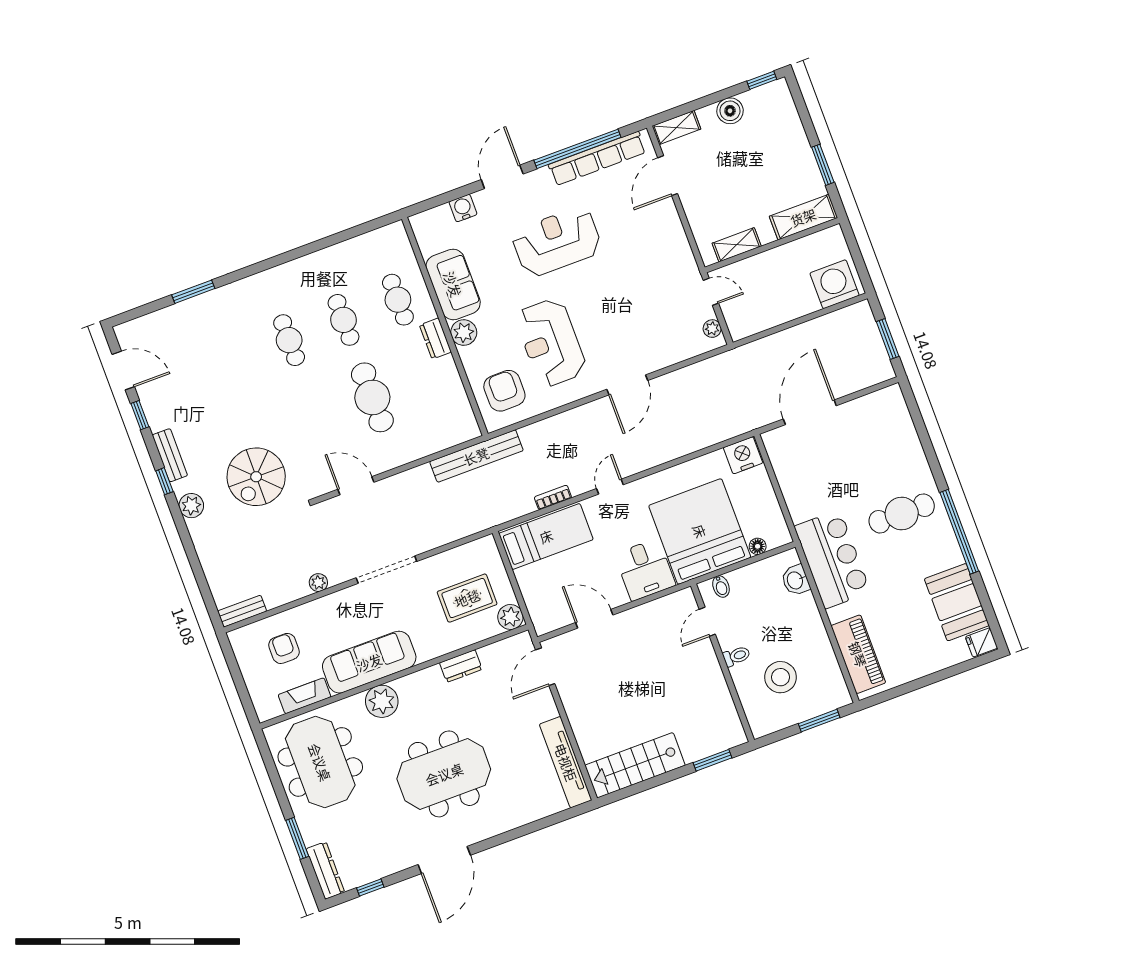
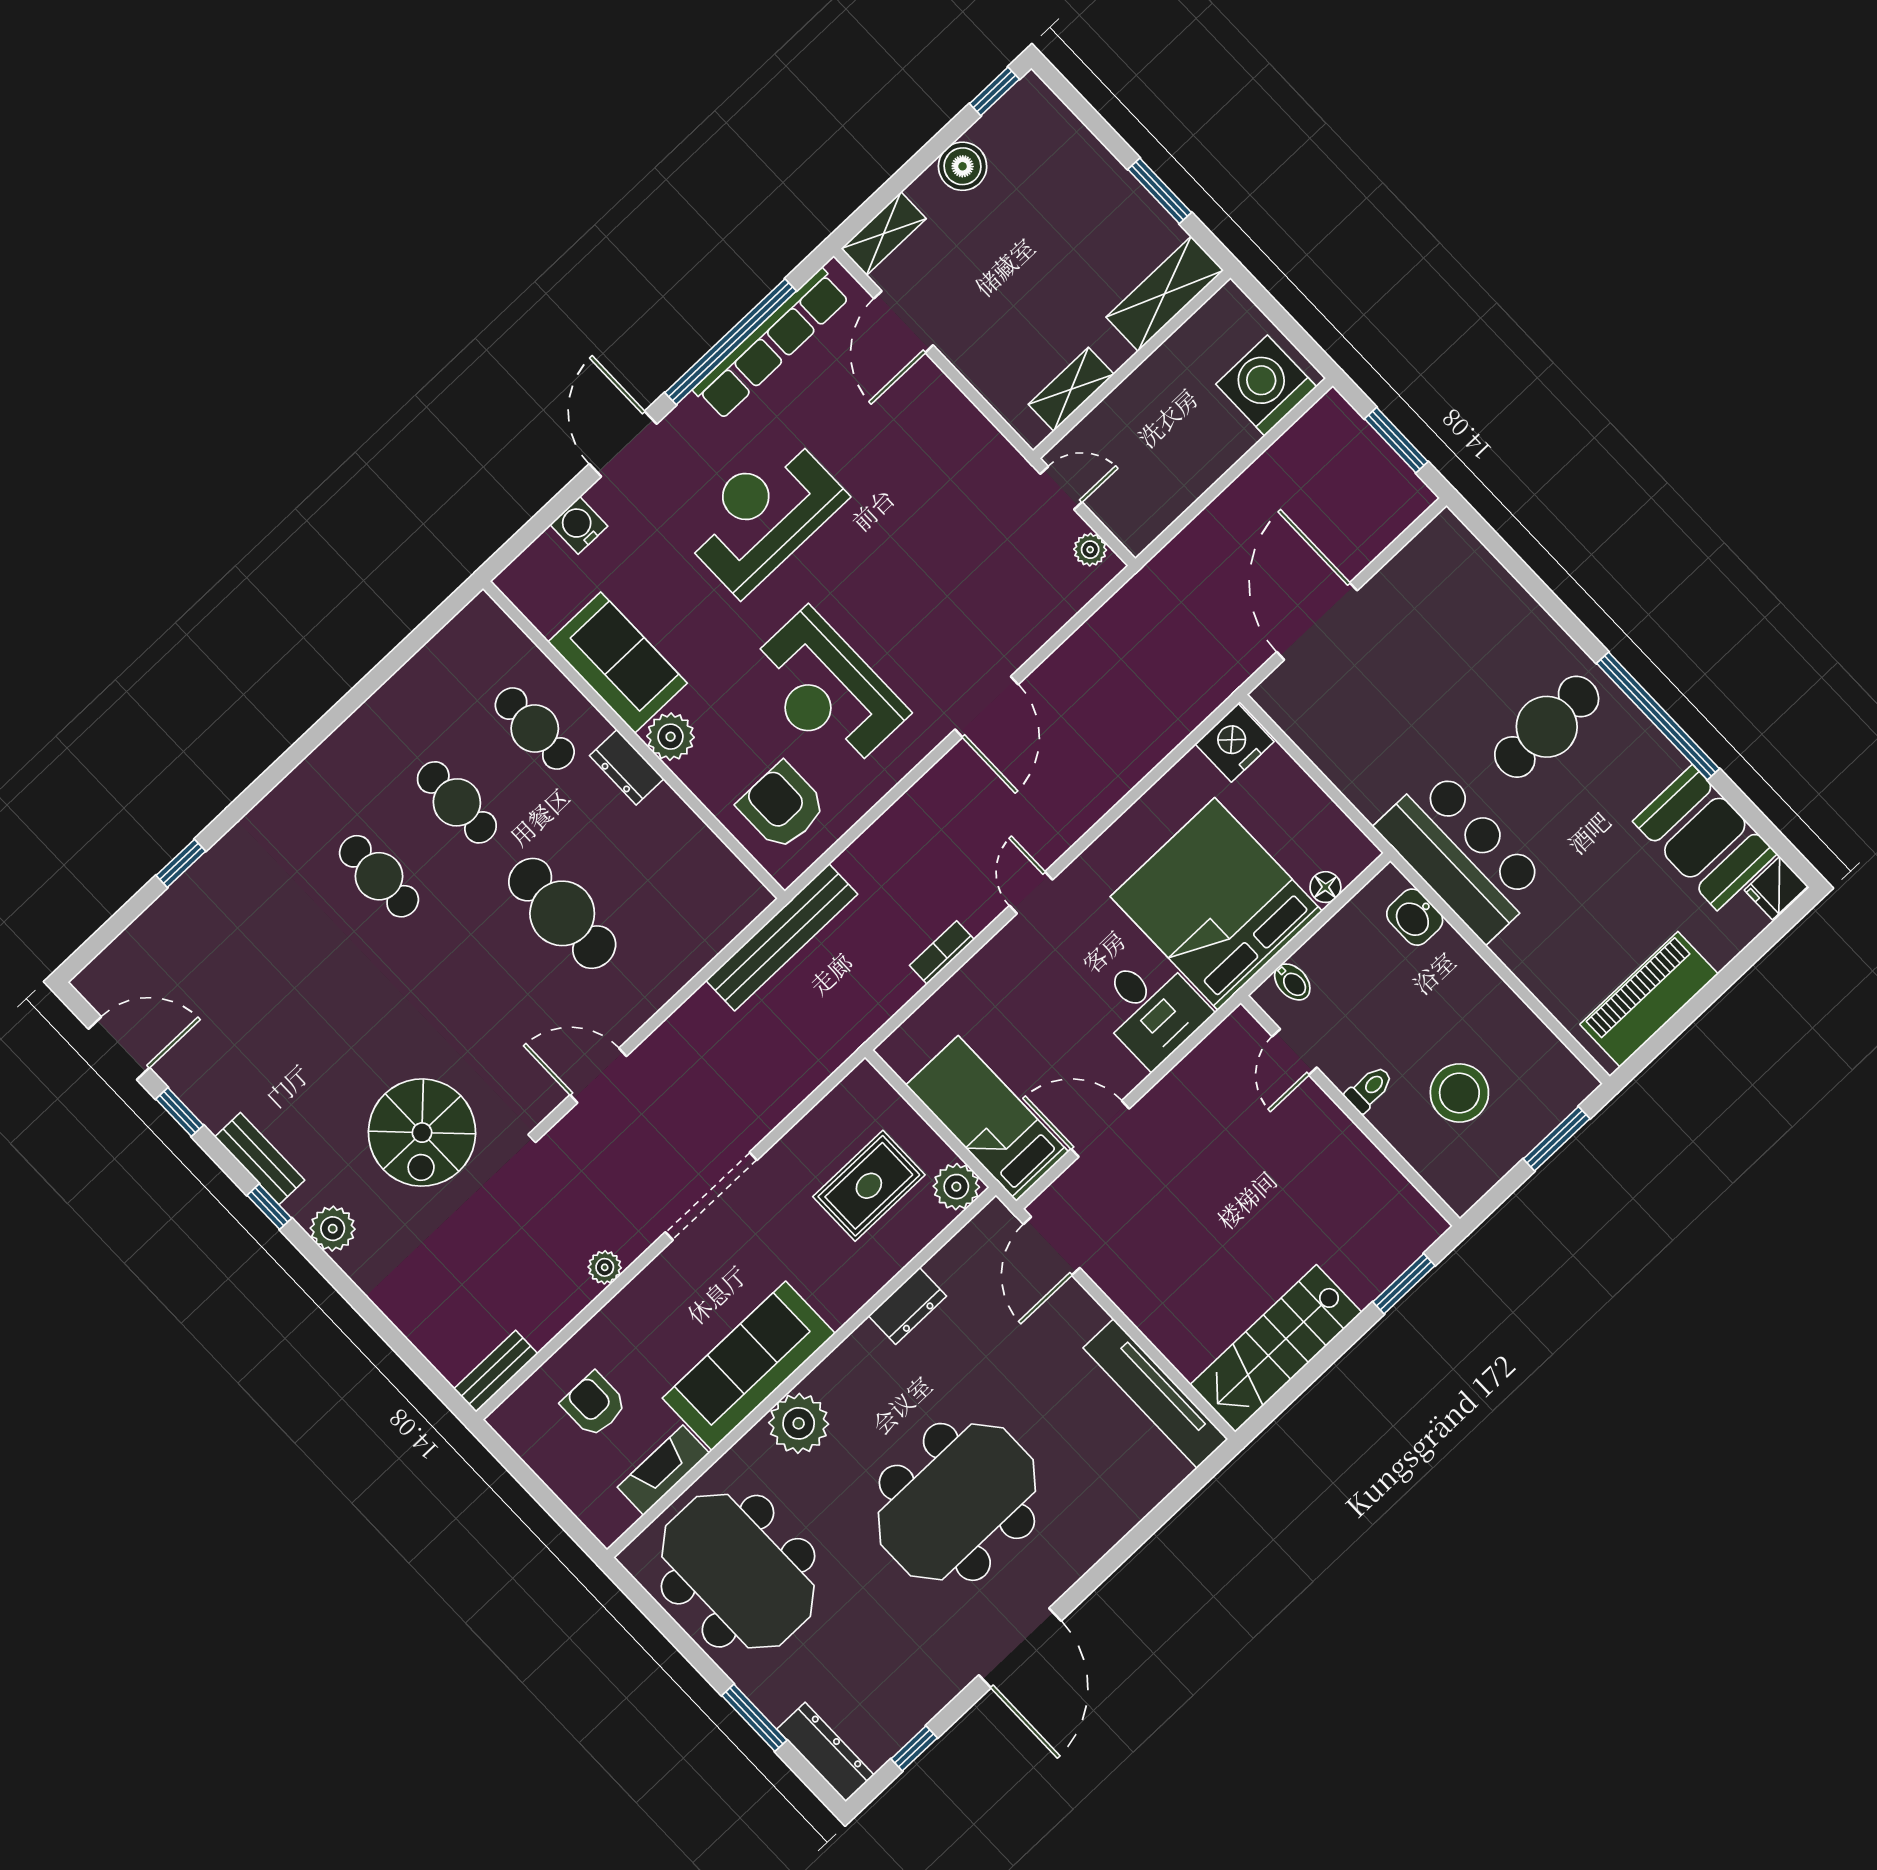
window: (193, 292) -> (181, 863), width x0.67
bed: (546, 536) -> (987, 1119), moved, turned -90
piano: (858, 654) -> (1649, 999), moved, turned -90

